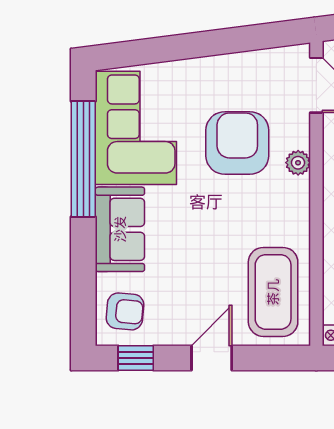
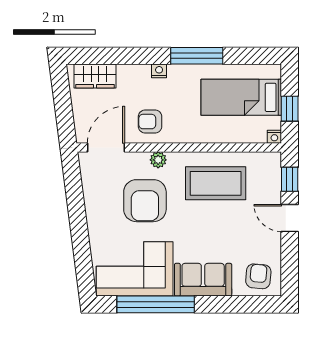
armchair: (237, 143) -> (145, 201), turned -90
coffee table: (273, 292) -> (216, 183), moved
window: (136, 358) -> (290, 179), moved

